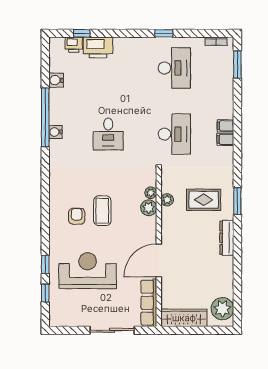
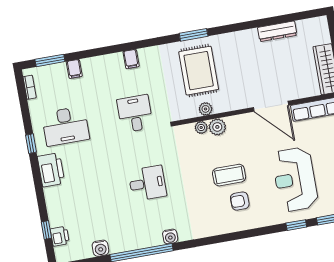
printer: (98, 48) -> (51, 170), moved
desk: (174, 68) -> (65, 126), turned 180
filing cabinet: (226, 126) -> (74, 69), moved
water cooler: (55, 132) -> (170, 236), moved
desk: (174, 134) -> (135, 114), width x0.73
rug: (204, 200) -> (199, 71), width x1.36, depth x1.43
dresser: (227, 238) -> (277, 31), moved
plant: (222, 309) -> (310, 30), removed

